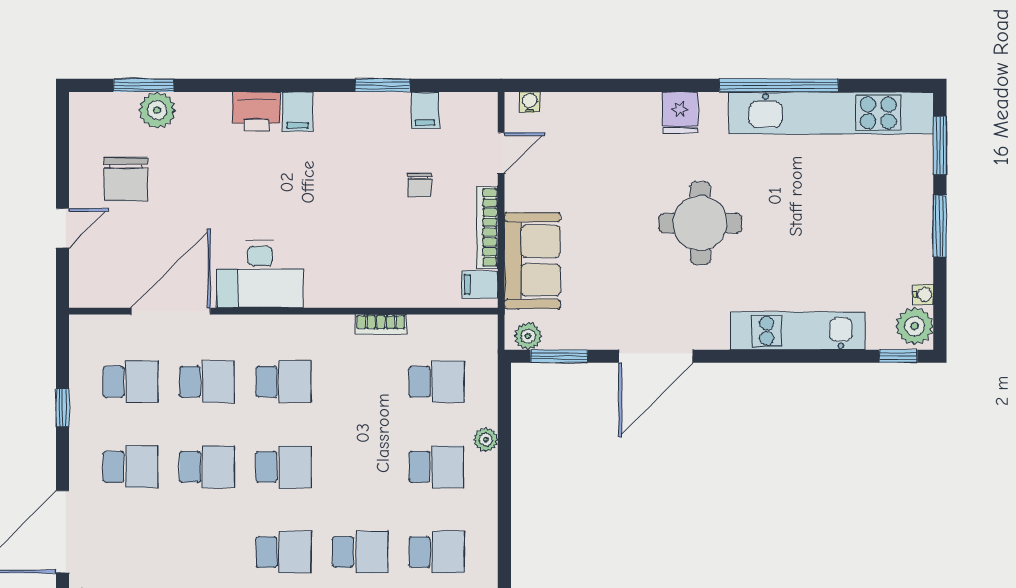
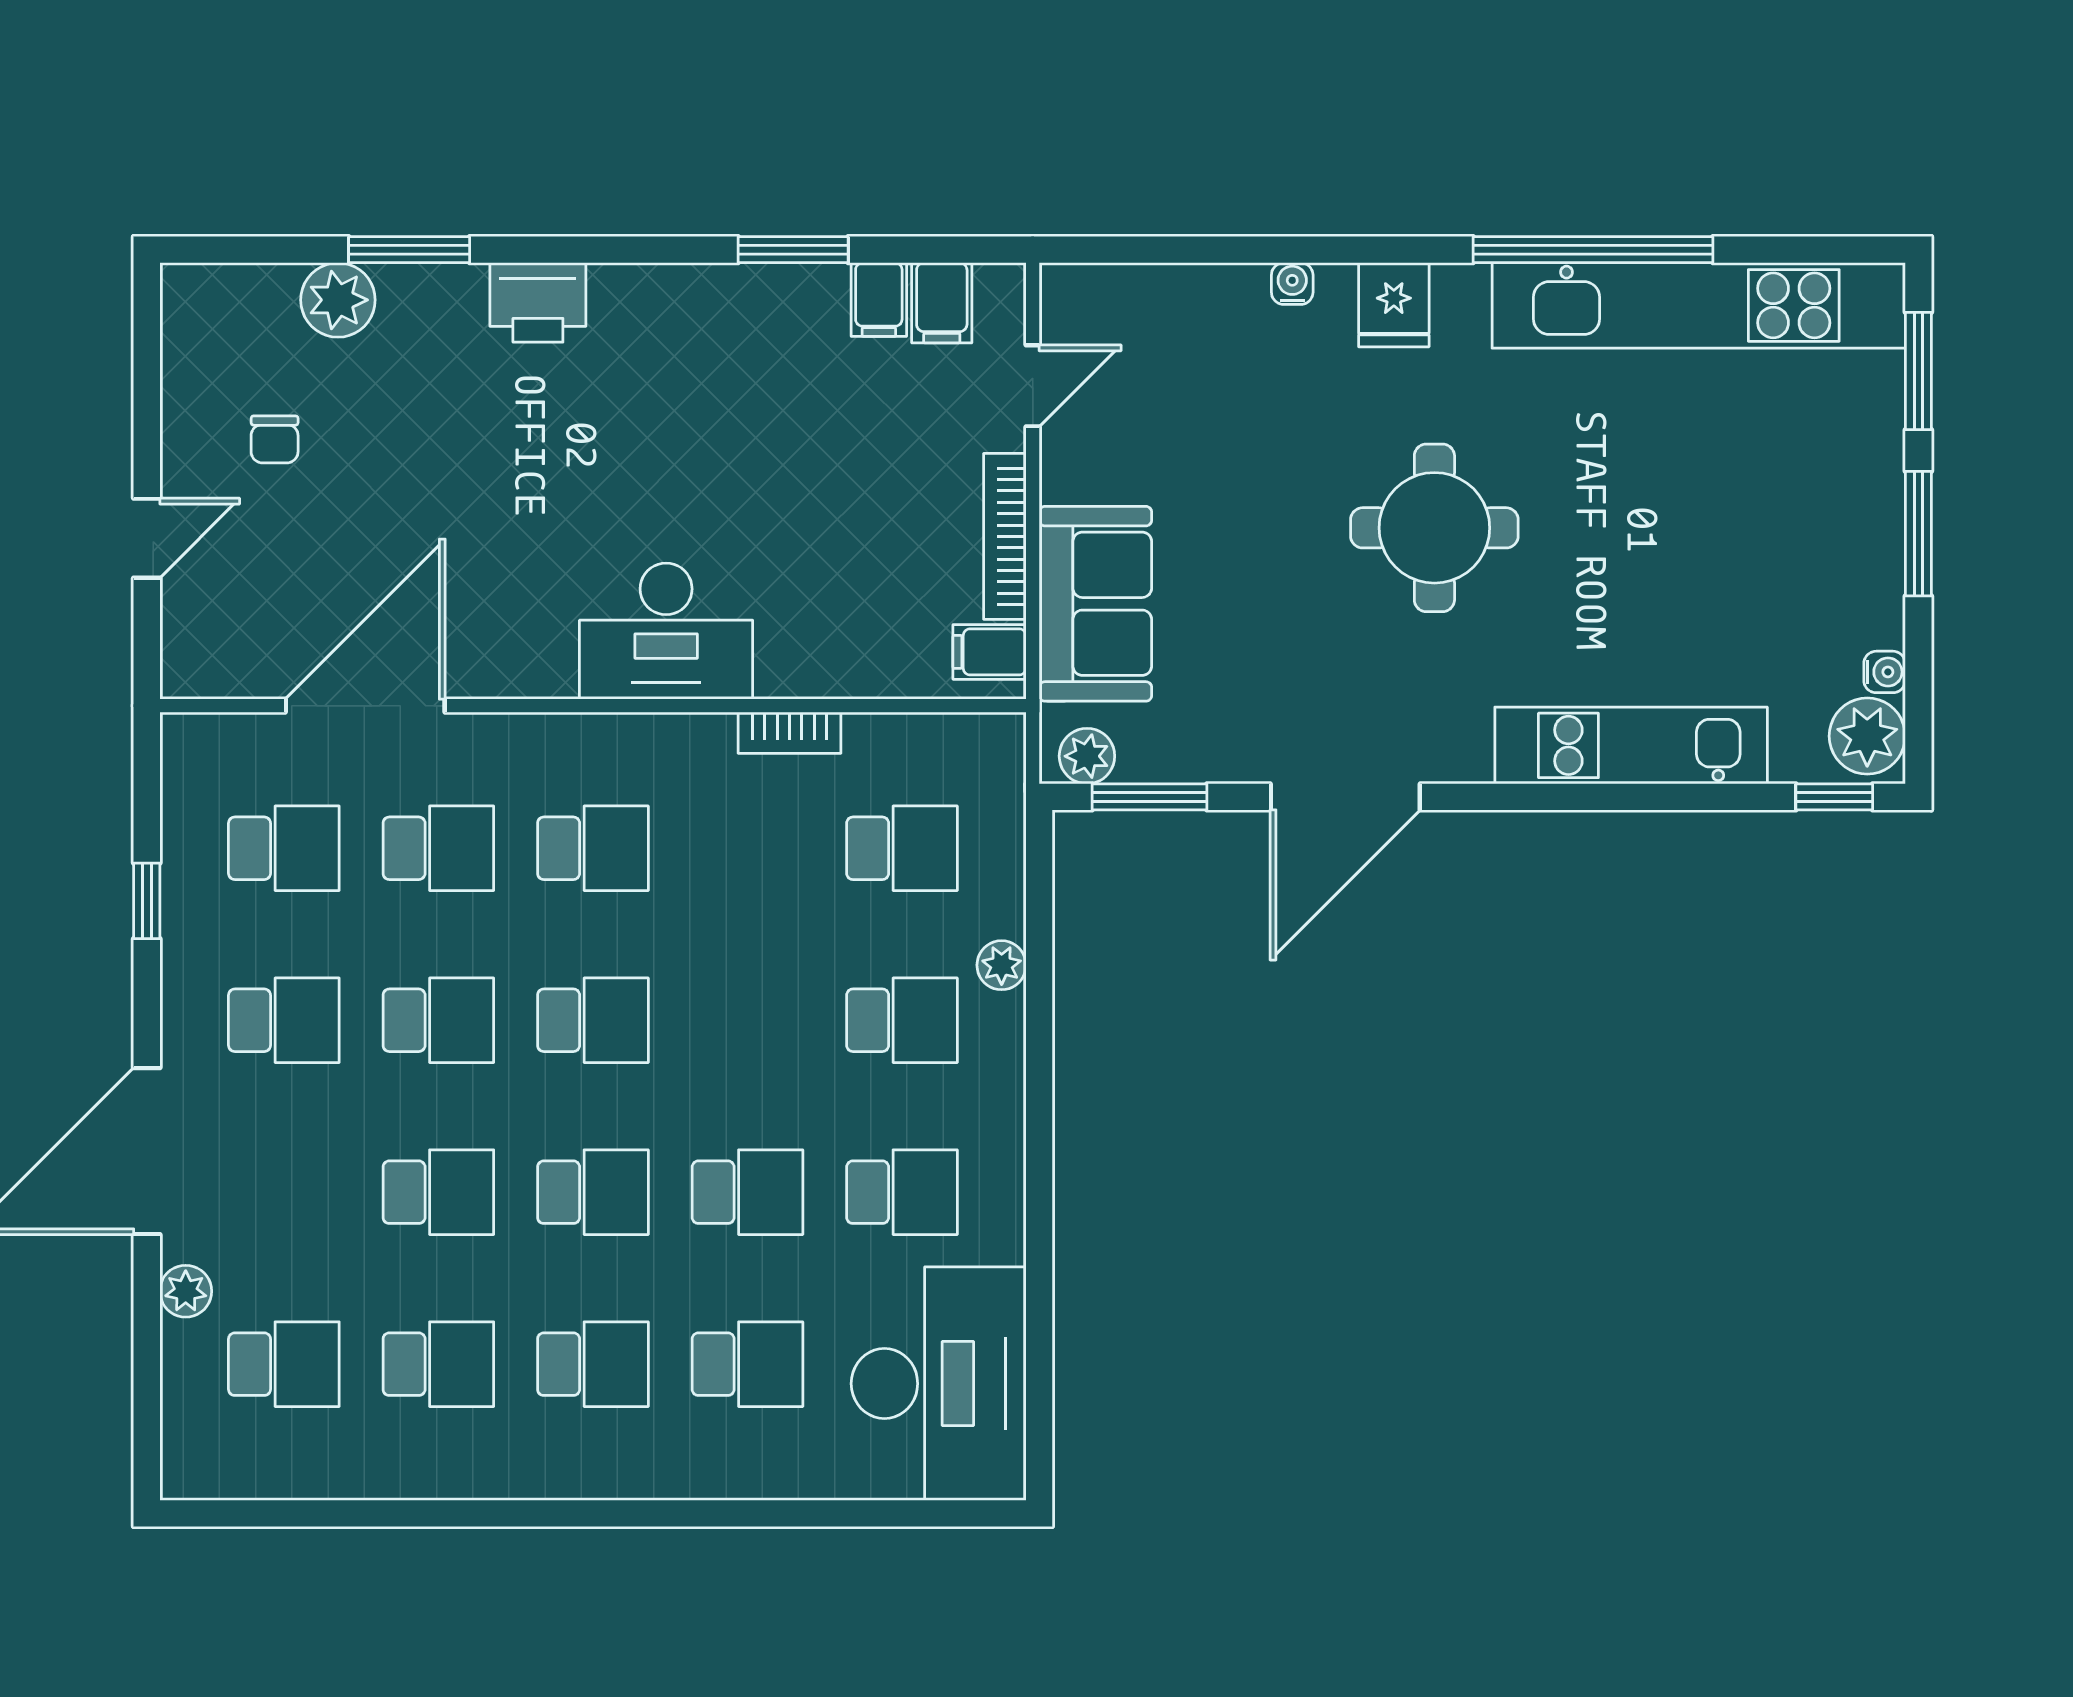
window: (144, 85) -> (409, 250), moved
water cooler: (530, 102) -> (1292, 284), moved
filing cabinet: (297, 112) -> (942, 303), moved
chair: (126, 179) -> (275, 439), width x0.54, depth x0.54
chair: (419, 185) -> (867, 451), removed
desk: (260, 274) -> (666, 631), moved
school desk: (207, 552) -> (438, 1192), added

